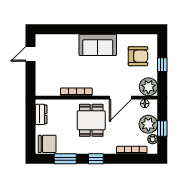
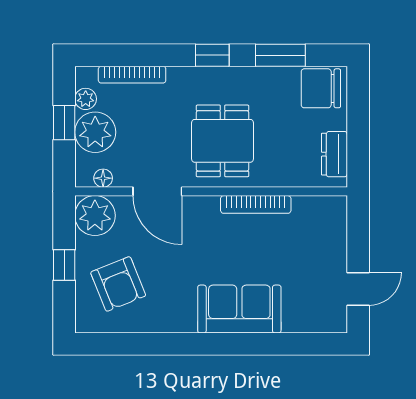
sofa: (98, 45) -> (239, 309), moved
armchair: (138, 56) -> (118, 284), turned -112
door: (120, 98) -> (157, 191), swing flipped

